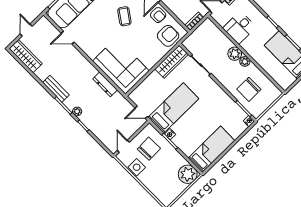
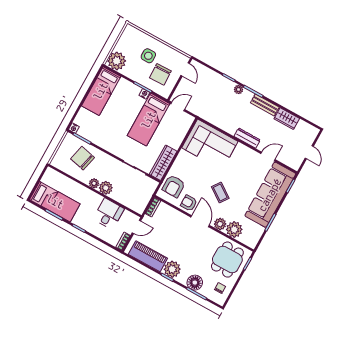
wardrobe: (26, 56) -> (287, 119), moved, width x0.67
dresser: (105, 84) -> (247, 138), moved
chair: (249, 89) -> (83, 158), turned -77
side table: (137, 167) -> (148, 56), moved

